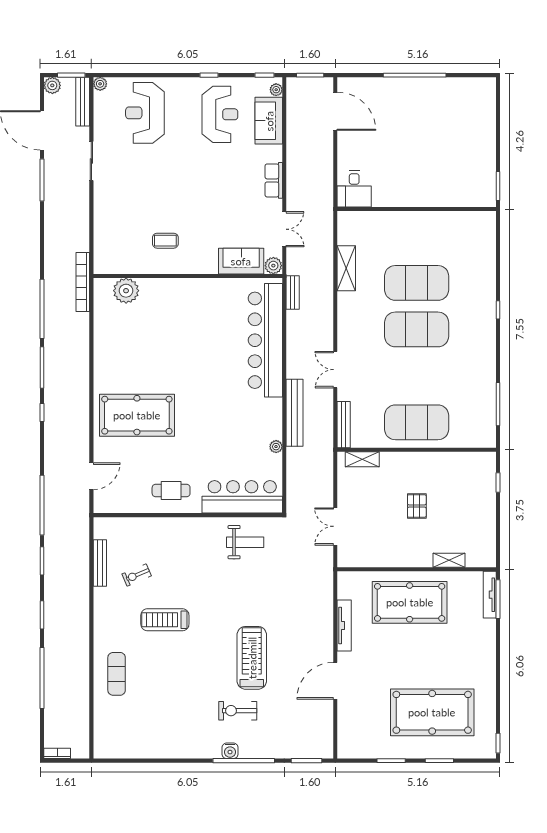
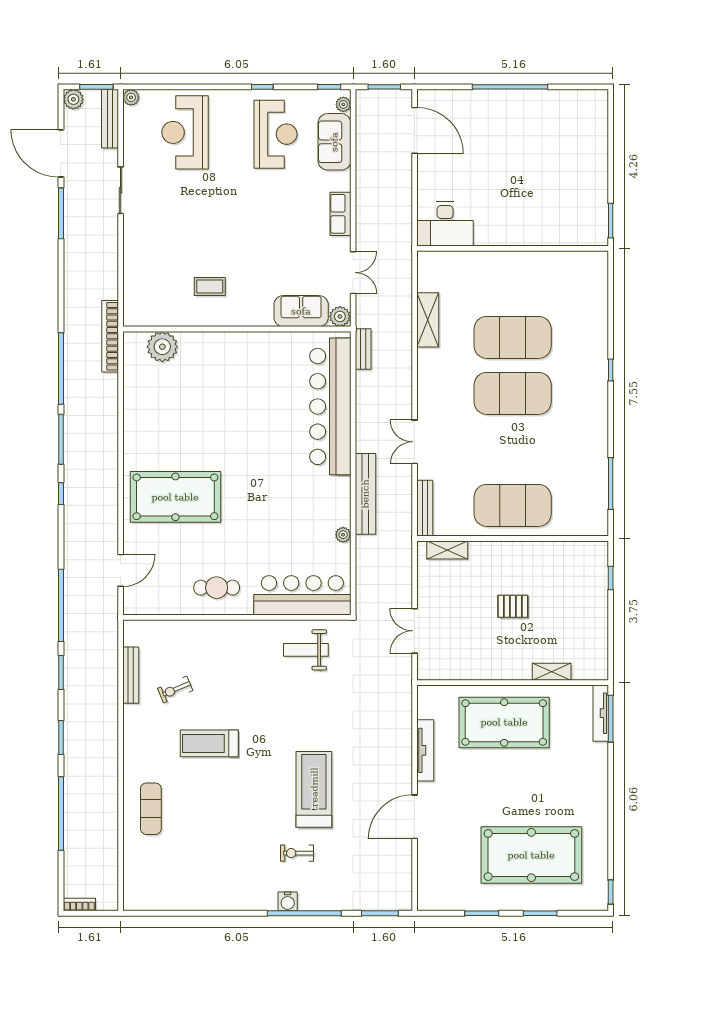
desk: (354, 189) -> (445, 224), width x1.37
pallet: (417, 506) -> (513, 606), turned 90
weight bench: (245, 542) -> (306, 650), turned 180
exercise bike: (238, 711) -> (297, 853), width x0.73, depth x0.72

